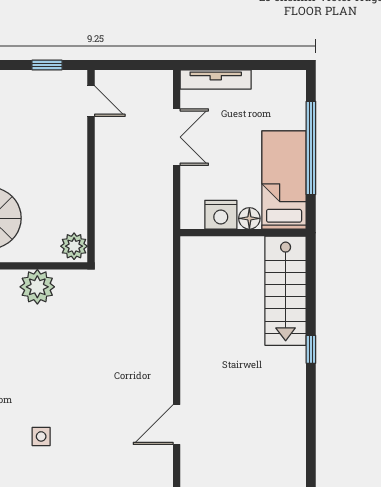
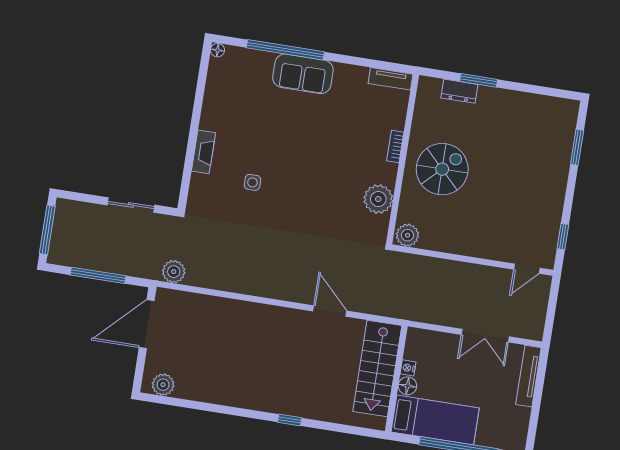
nightstand: (221, 215) -> (408, 368), width x0.53, depth x0.56
stairs: (286, 291) -> (377, 368), moved, turned -90
door: (177, 425) -> (330, 311), moved

